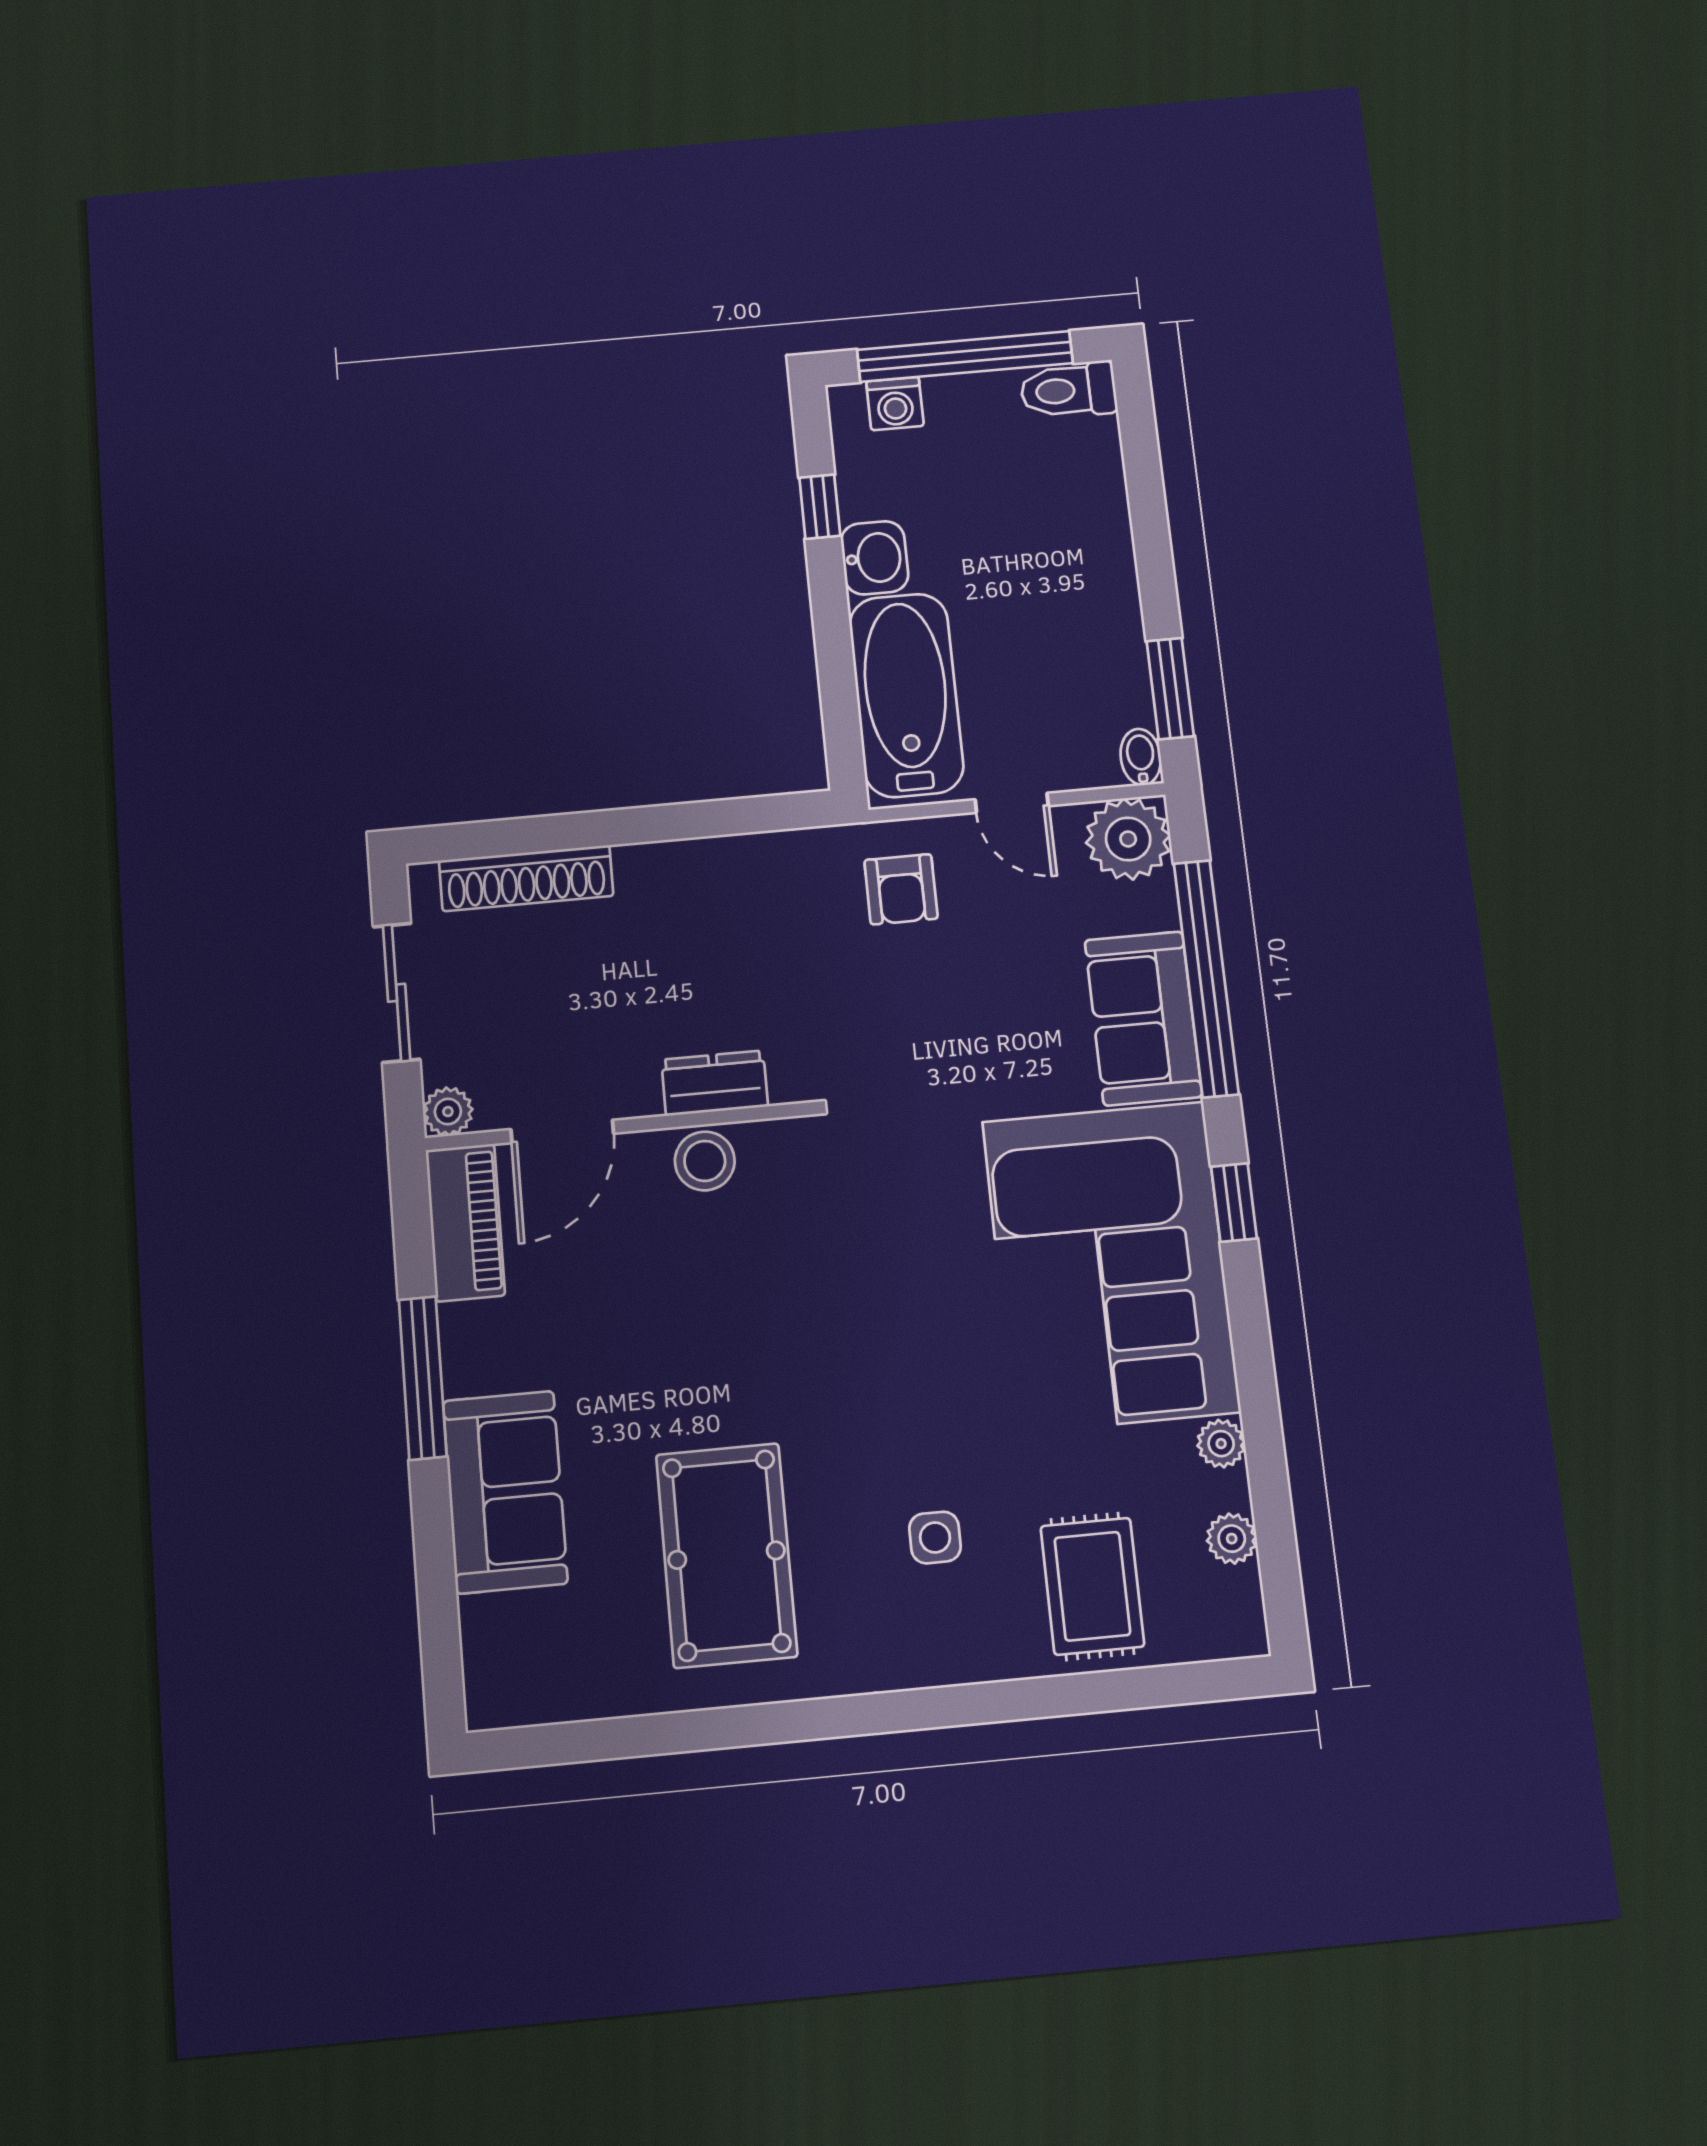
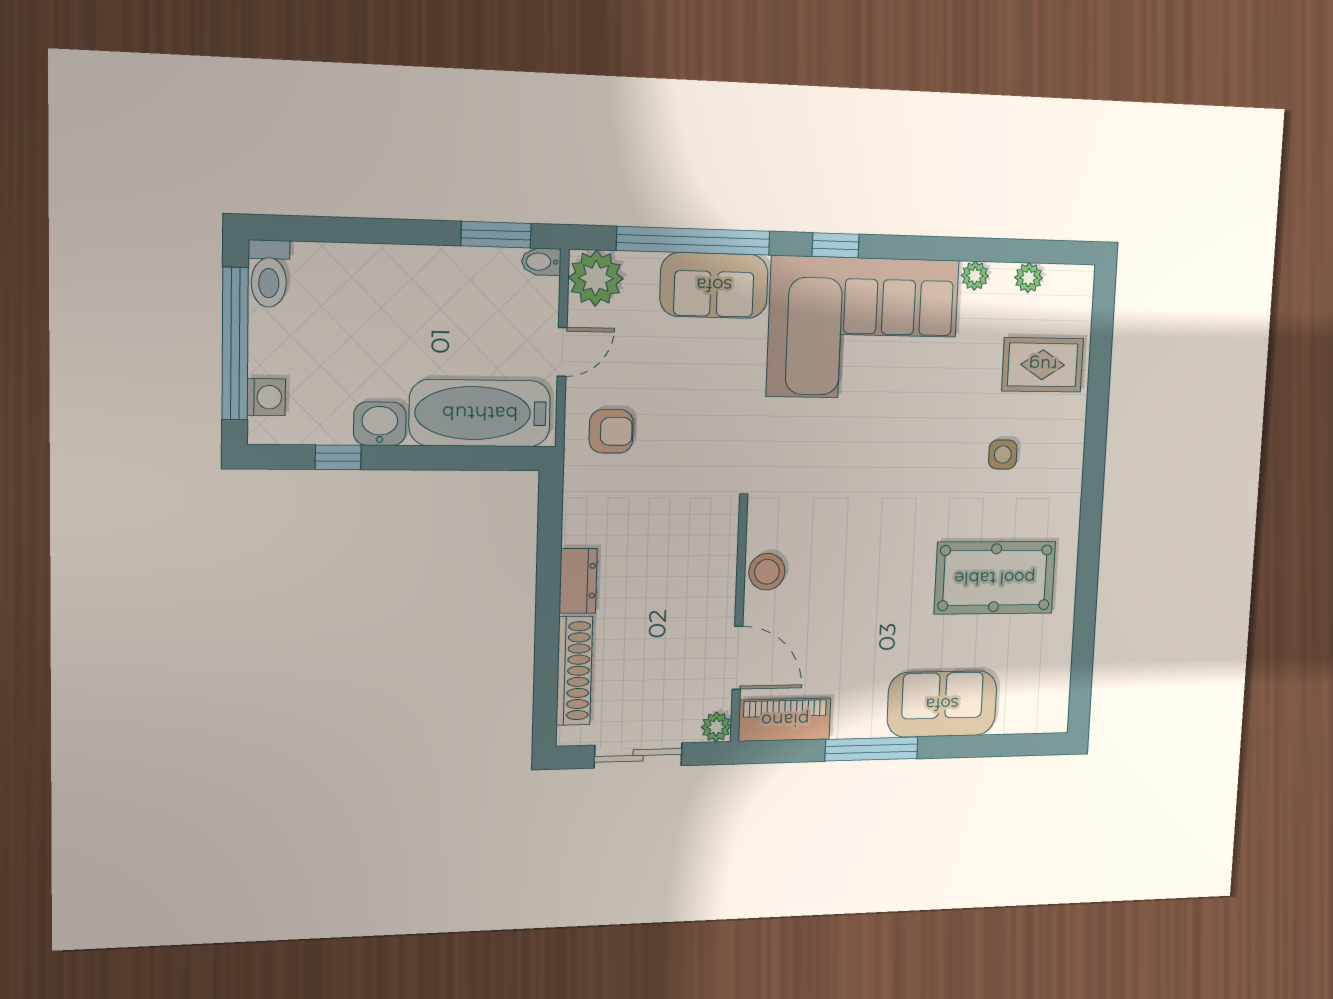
dresser: (715, 1083) -> (578, 581), moved, turned 180

